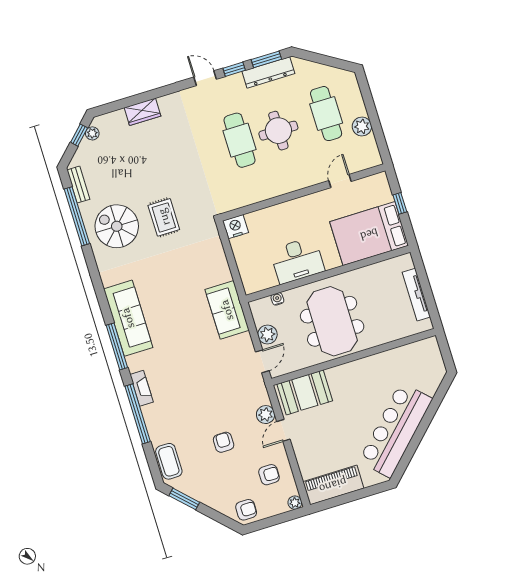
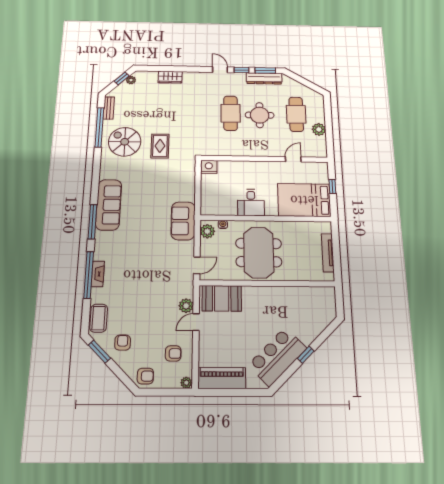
desk: (297, 260) -> (251, 202), width x0.73
plant: (267, 335) -> (207, 231), moved
fireplace: (142, 388) -> (98, 274), moved
window: (422, 428) -> (306, 355), added
bar counter: (396, 430) -> (277, 357), width x0.73
armchair: (224, 442) -> (123, 343), moved

